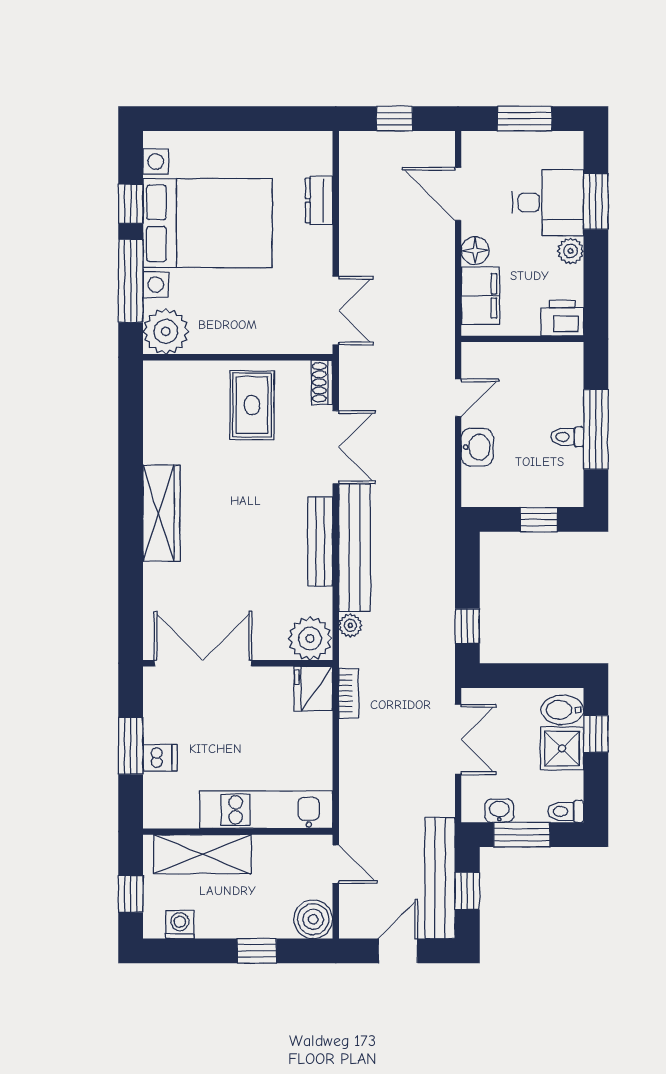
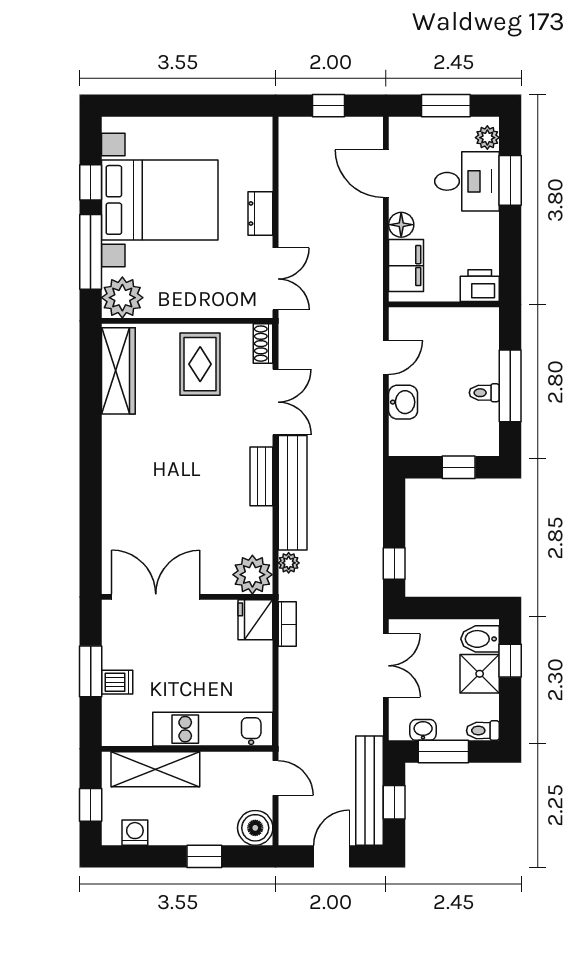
dresser: (319, 200) -> (260, 213), moved
plant: (570, 251) -> (487, 138), moved
wardrobe: (161, 513) -> (118, 371), moved
bench: (320, 542) -> (261, 476), width x0.73

